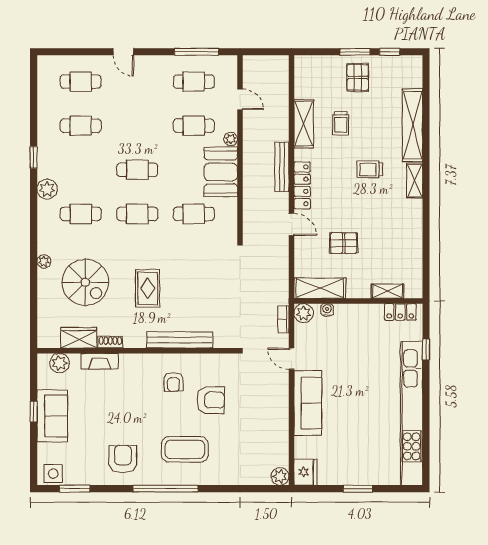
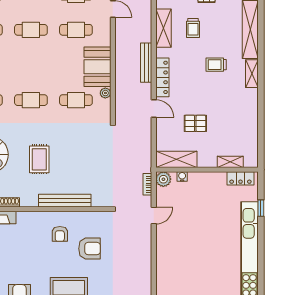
plant: (231, 139) -> (105, 93), moved
cafe table: (137, 170) -> (31, 30), moved
door: (291, 359) -> (154, 216), swing flipped
sofa: (308, 403) -> (167, 251), removed

